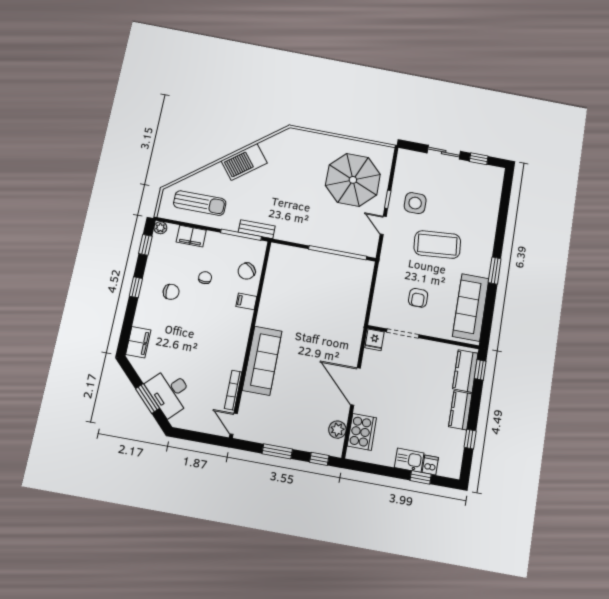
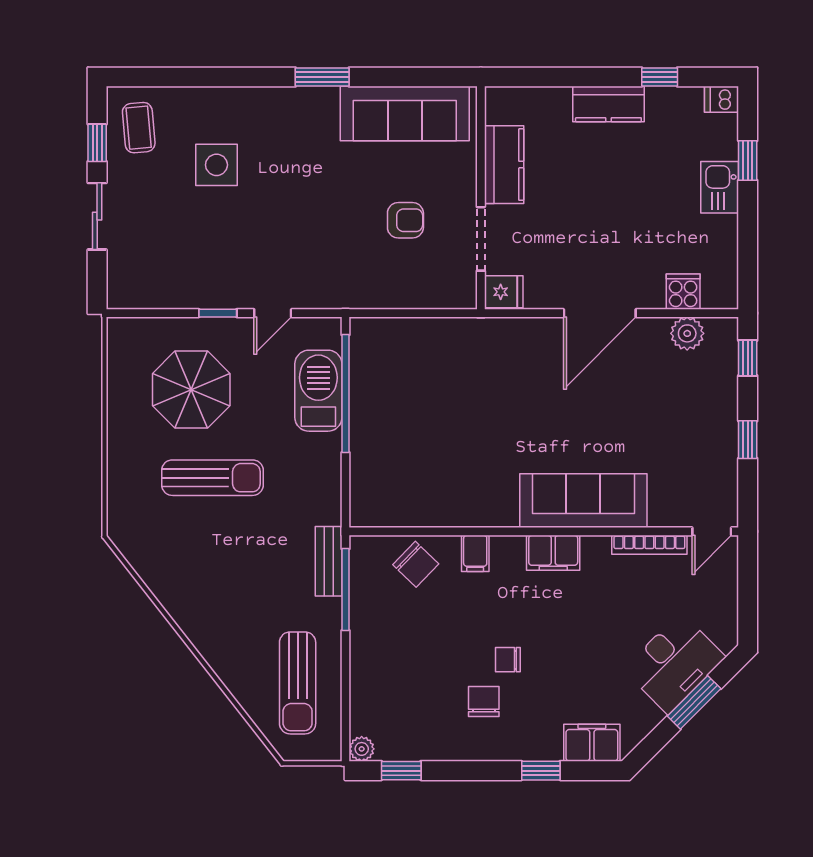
barbecue: (244, 162) -> (318, 391), moved, turned -142
parasol: (353, 180) -> (191, 390), width x0.73, depth x0.73
sun lounger: (308, 182) -> (212, 478), added
sun lounger: (200, 203) -> (298, 683), turned 180
side table: (415, 203) -> (216, 165), moved
filing cabinet: (191, 236) -> (553, 553), moved, turned 90
coffee table: (437, 245) -> (139, 128), moved, width x0.54, depth x0.58
chair: (205, 278) -> (508, 660), moved
window: (136, 287) -> (541, 771), moved
window: (480, 370) -> (524, 77), removed
kitchen counter: (465, 371) -> (504, 165), moved, turned -90
cooker: (362, 432) -> (683, 292), width x0.53, depth x0.76
window: (277, 451) -> (748, 440), width x0.67
dishwasher: (430, 465) -> (722, 99), moved

